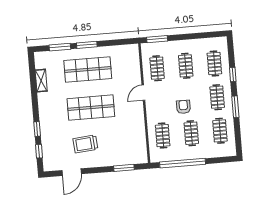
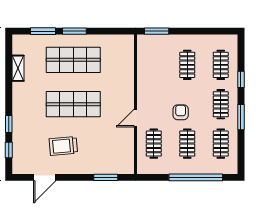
clothes rail: (157, 68) -> (154, 65), removed
door: (143, 93) -> (136, 118), moved
window: (183, 163) -> (196, 177), moved

